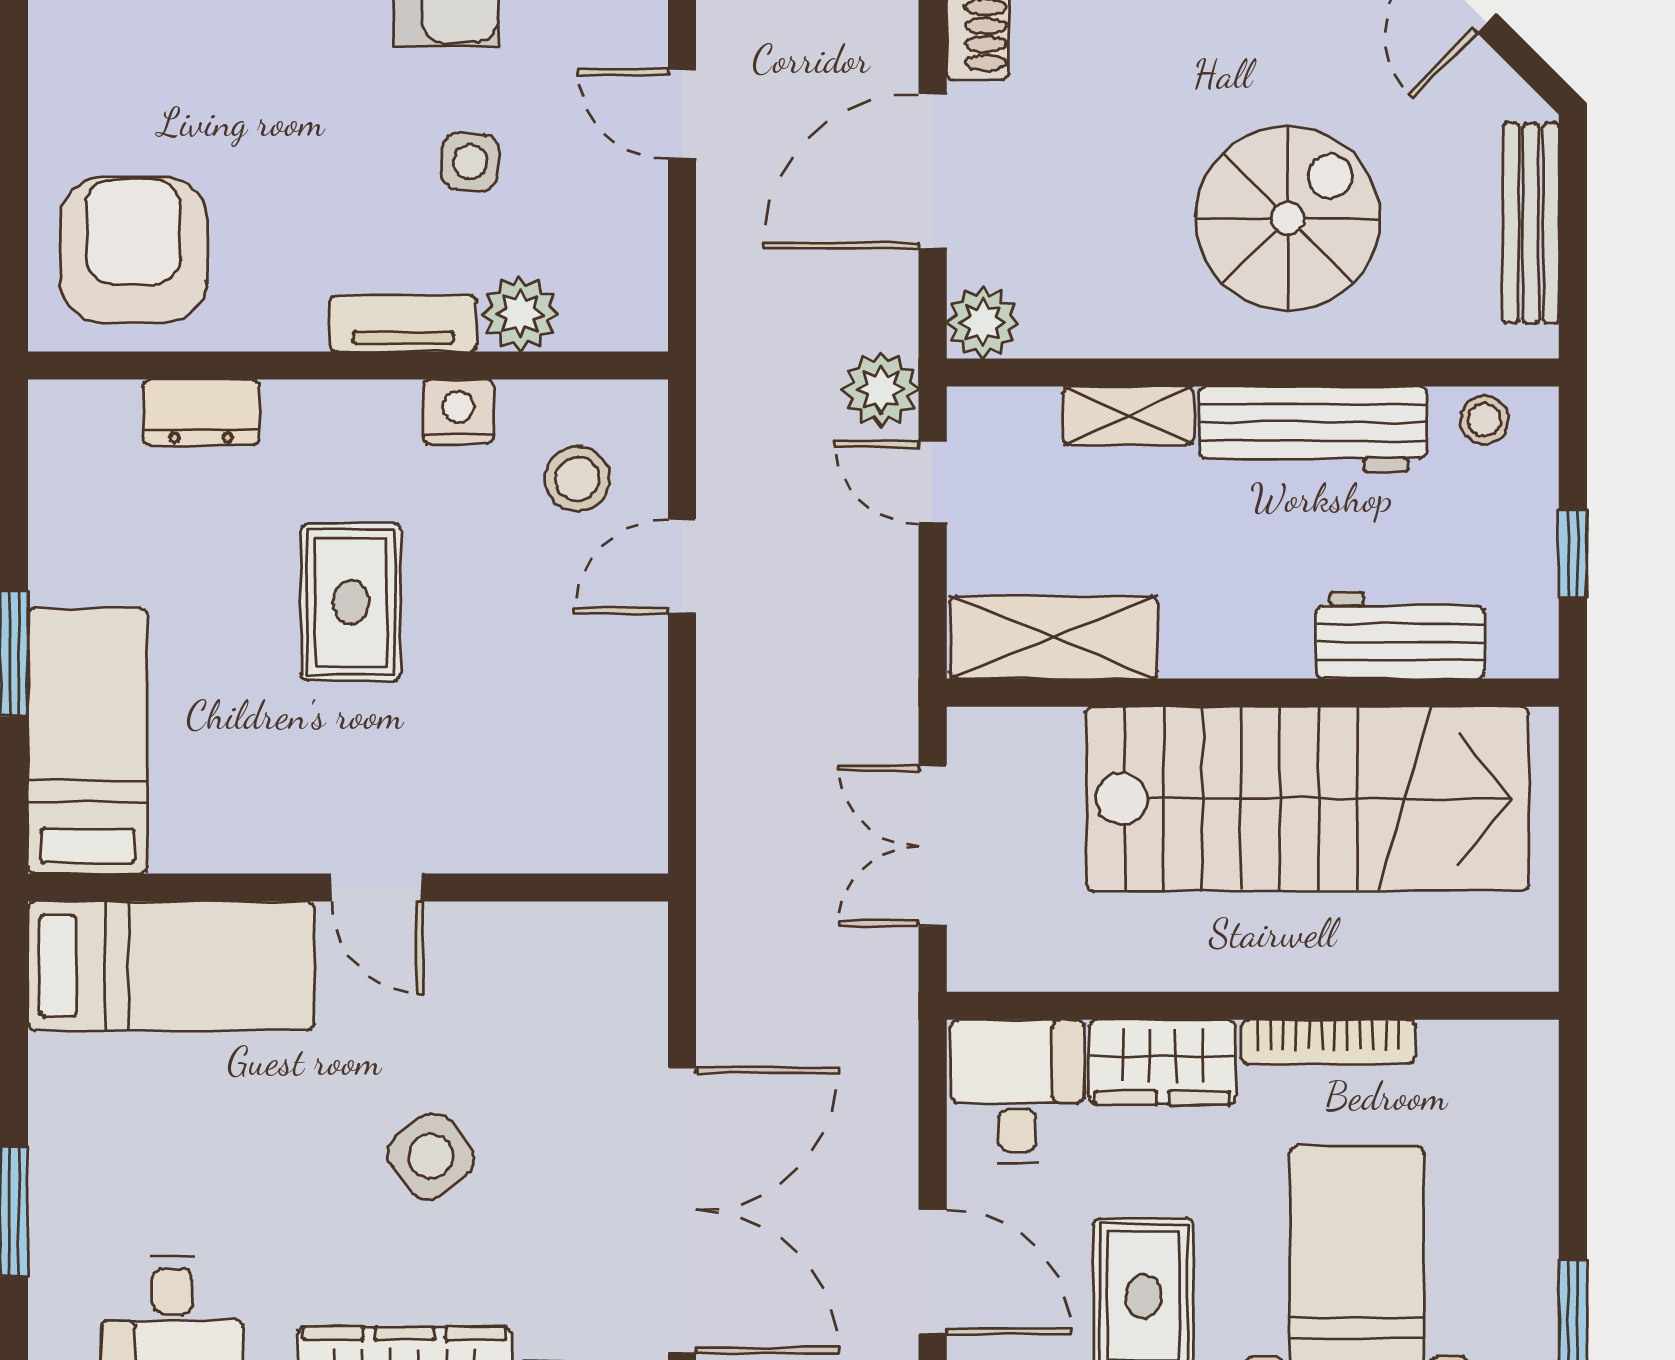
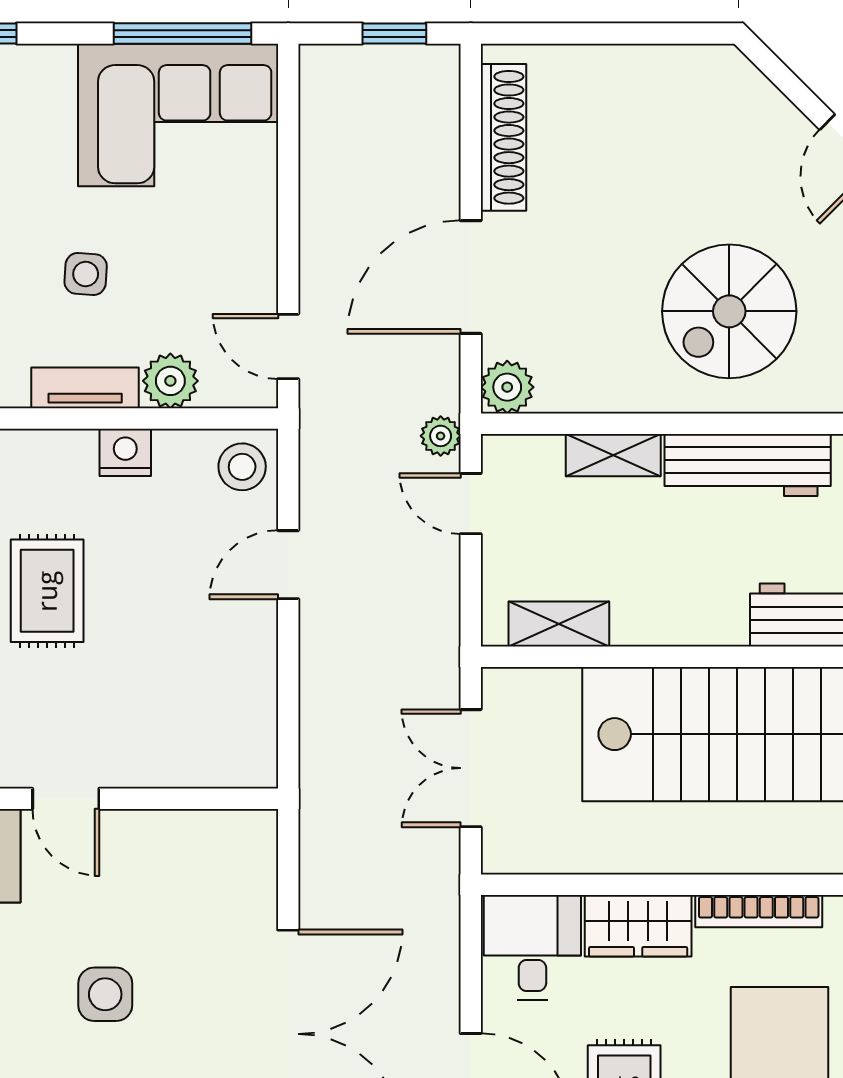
door: (682, 114) -> (288, 346), moved
side table: (470, 162) -> (86, 274), moved
spiral stairs: (1288, 218) -> (729, 311), turned 180
plant: (881, 389) -> (441, 436), width x0.73, depth x0.73
stool: (577, 479) -> (242, 467), moved
shelving: (1054, 637) -> (559, 624), width x0.67, depth x0.75
side table: (431, 1156) -> (105, 994), turned 38

